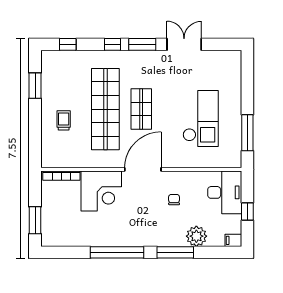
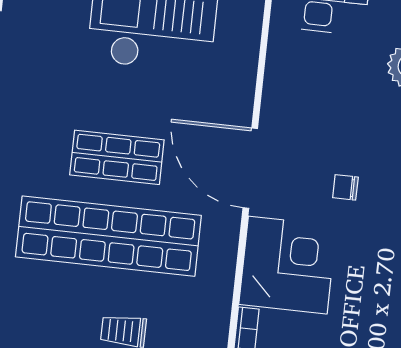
chair: (174, 200) -> (345, 187), moved

